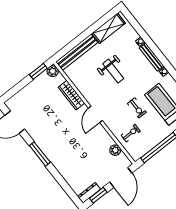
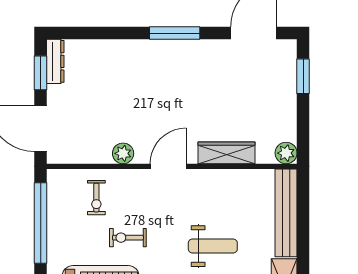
window: (38, 71) -> (303, 76), moved
weight bench: (113, 71) -> (213, 246), turned 180
door: (95, 114) -> (168, 166), hinge flipped
plant: (115, 150) -> (123, 153), moved

